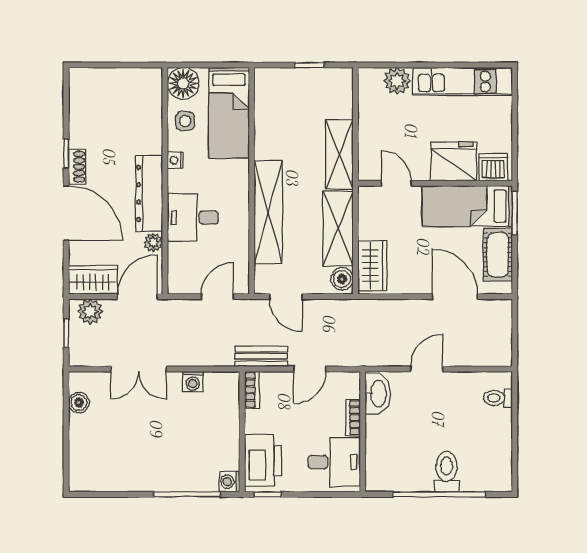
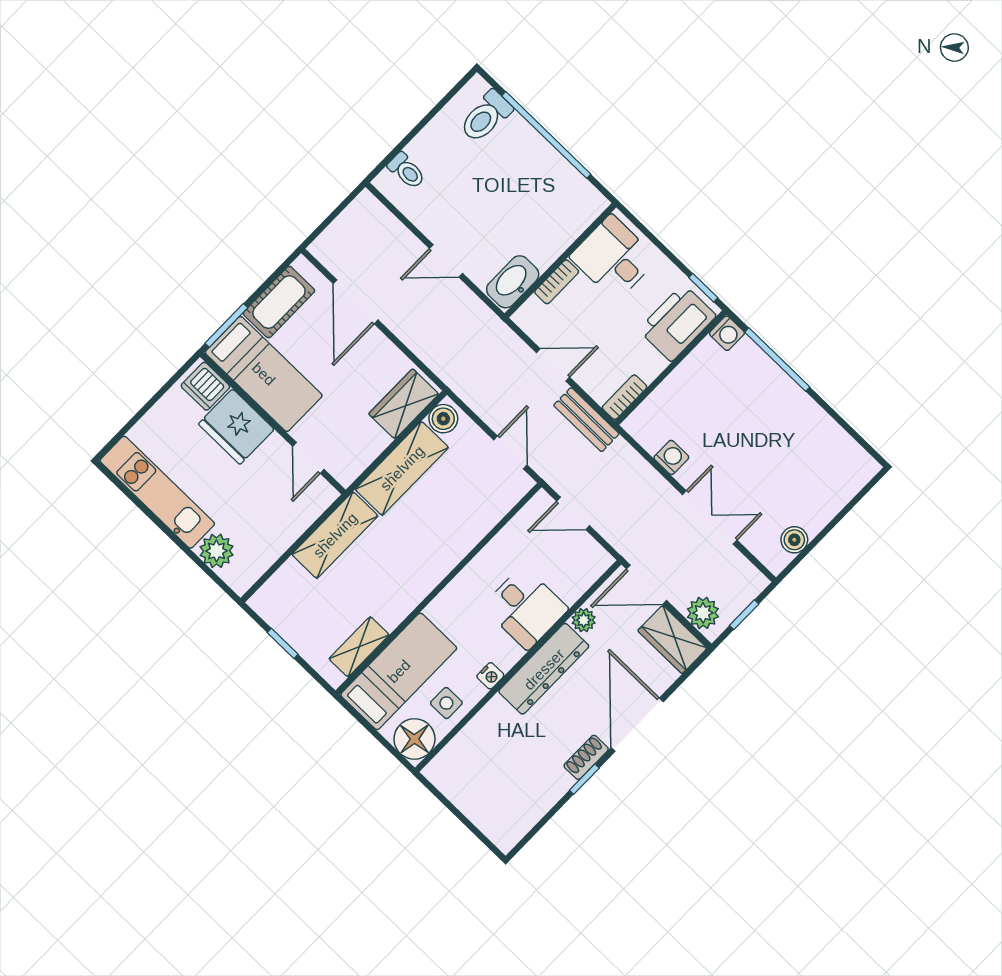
shelving: (268, 212) -> (359, 647), moved, width x0.45, depth x0.75
toilet: (447, 472) -> (486, 117), moved

